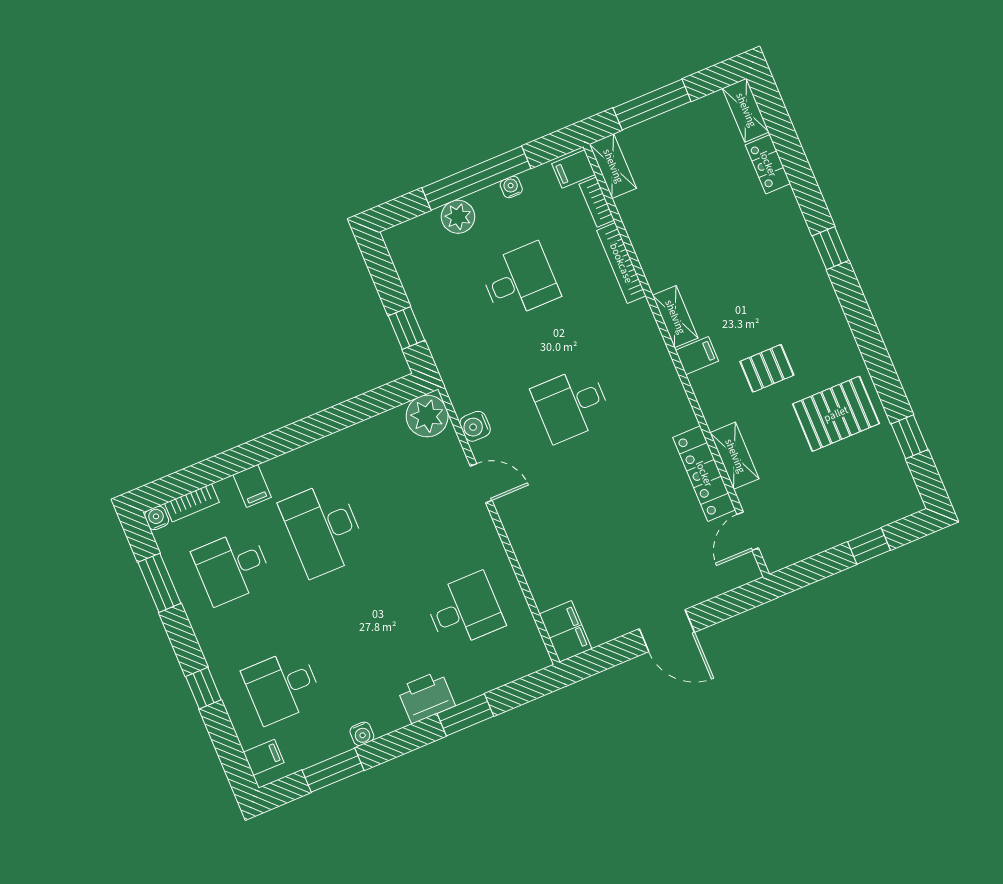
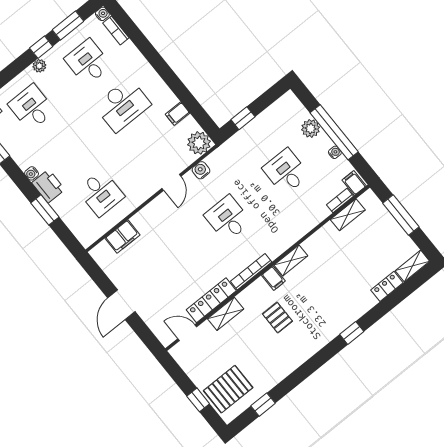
shelving: (613, 166) -> (348, 215), moved
bookcase: (621, 263) -> (251, 272), moved
desk: (520, 281) -> (286, 172), turned 180
pallet: (836, 414) -> (228, 389), moved, turned 90
filing cabinet: (252, 486) -> (178, 114), moved
desk: (323, 529) -> (122, 105), turned 180
filing cabinet: (565, 631) -> (122, 237), moved
plant: (214, 652) -> (39, 66), added
window: (203, 688) -> (41, 47), moved
water cooler: (362, 734) -> (32, 173), moved

